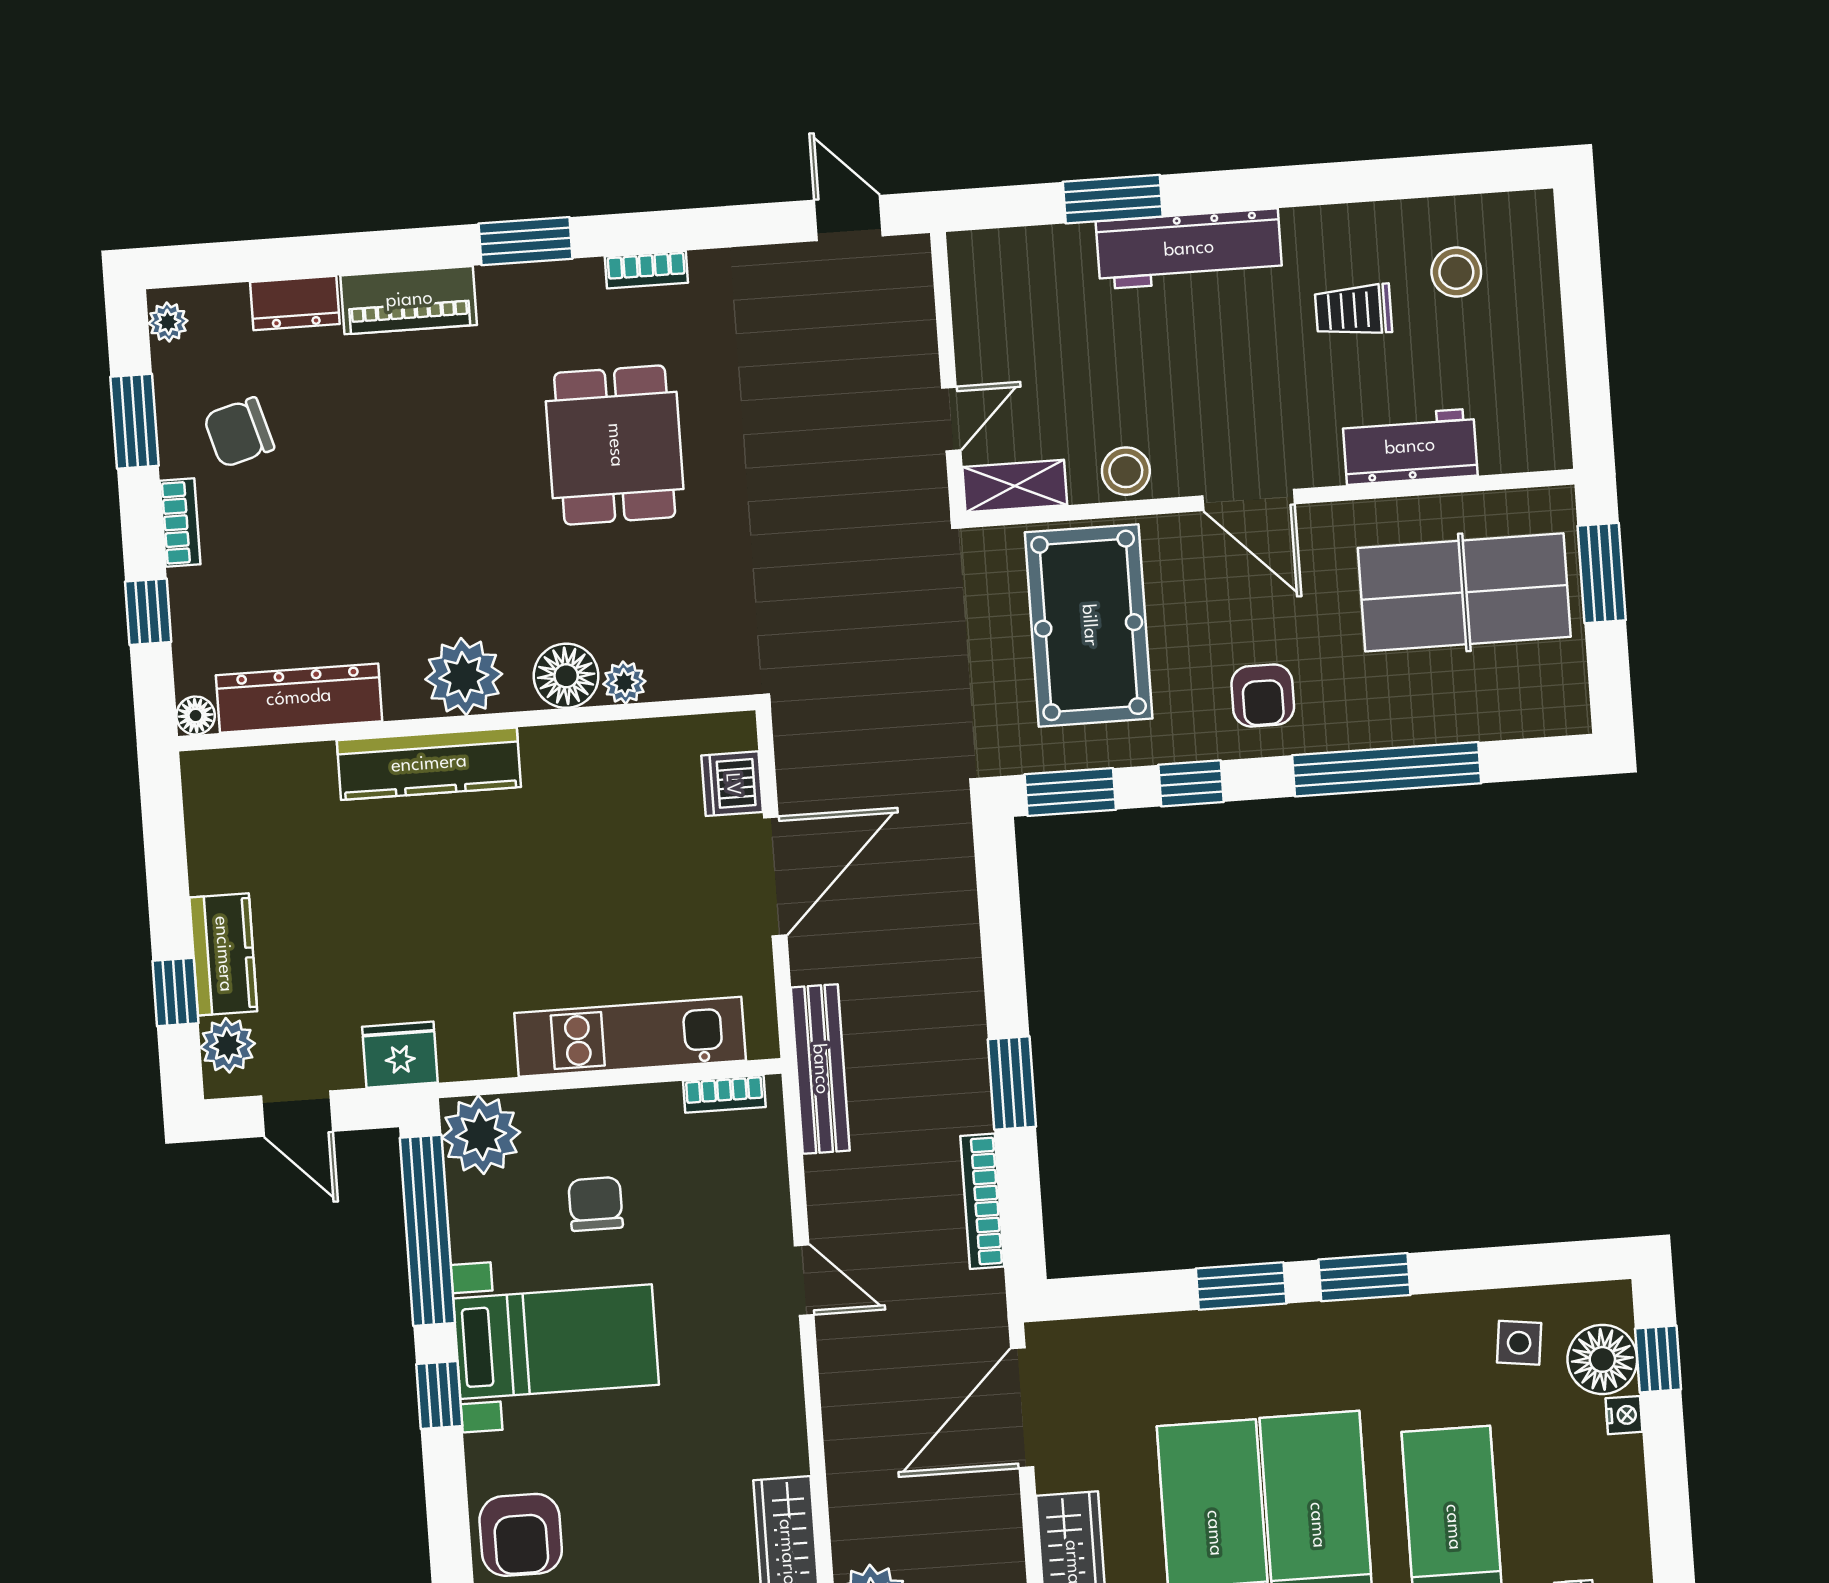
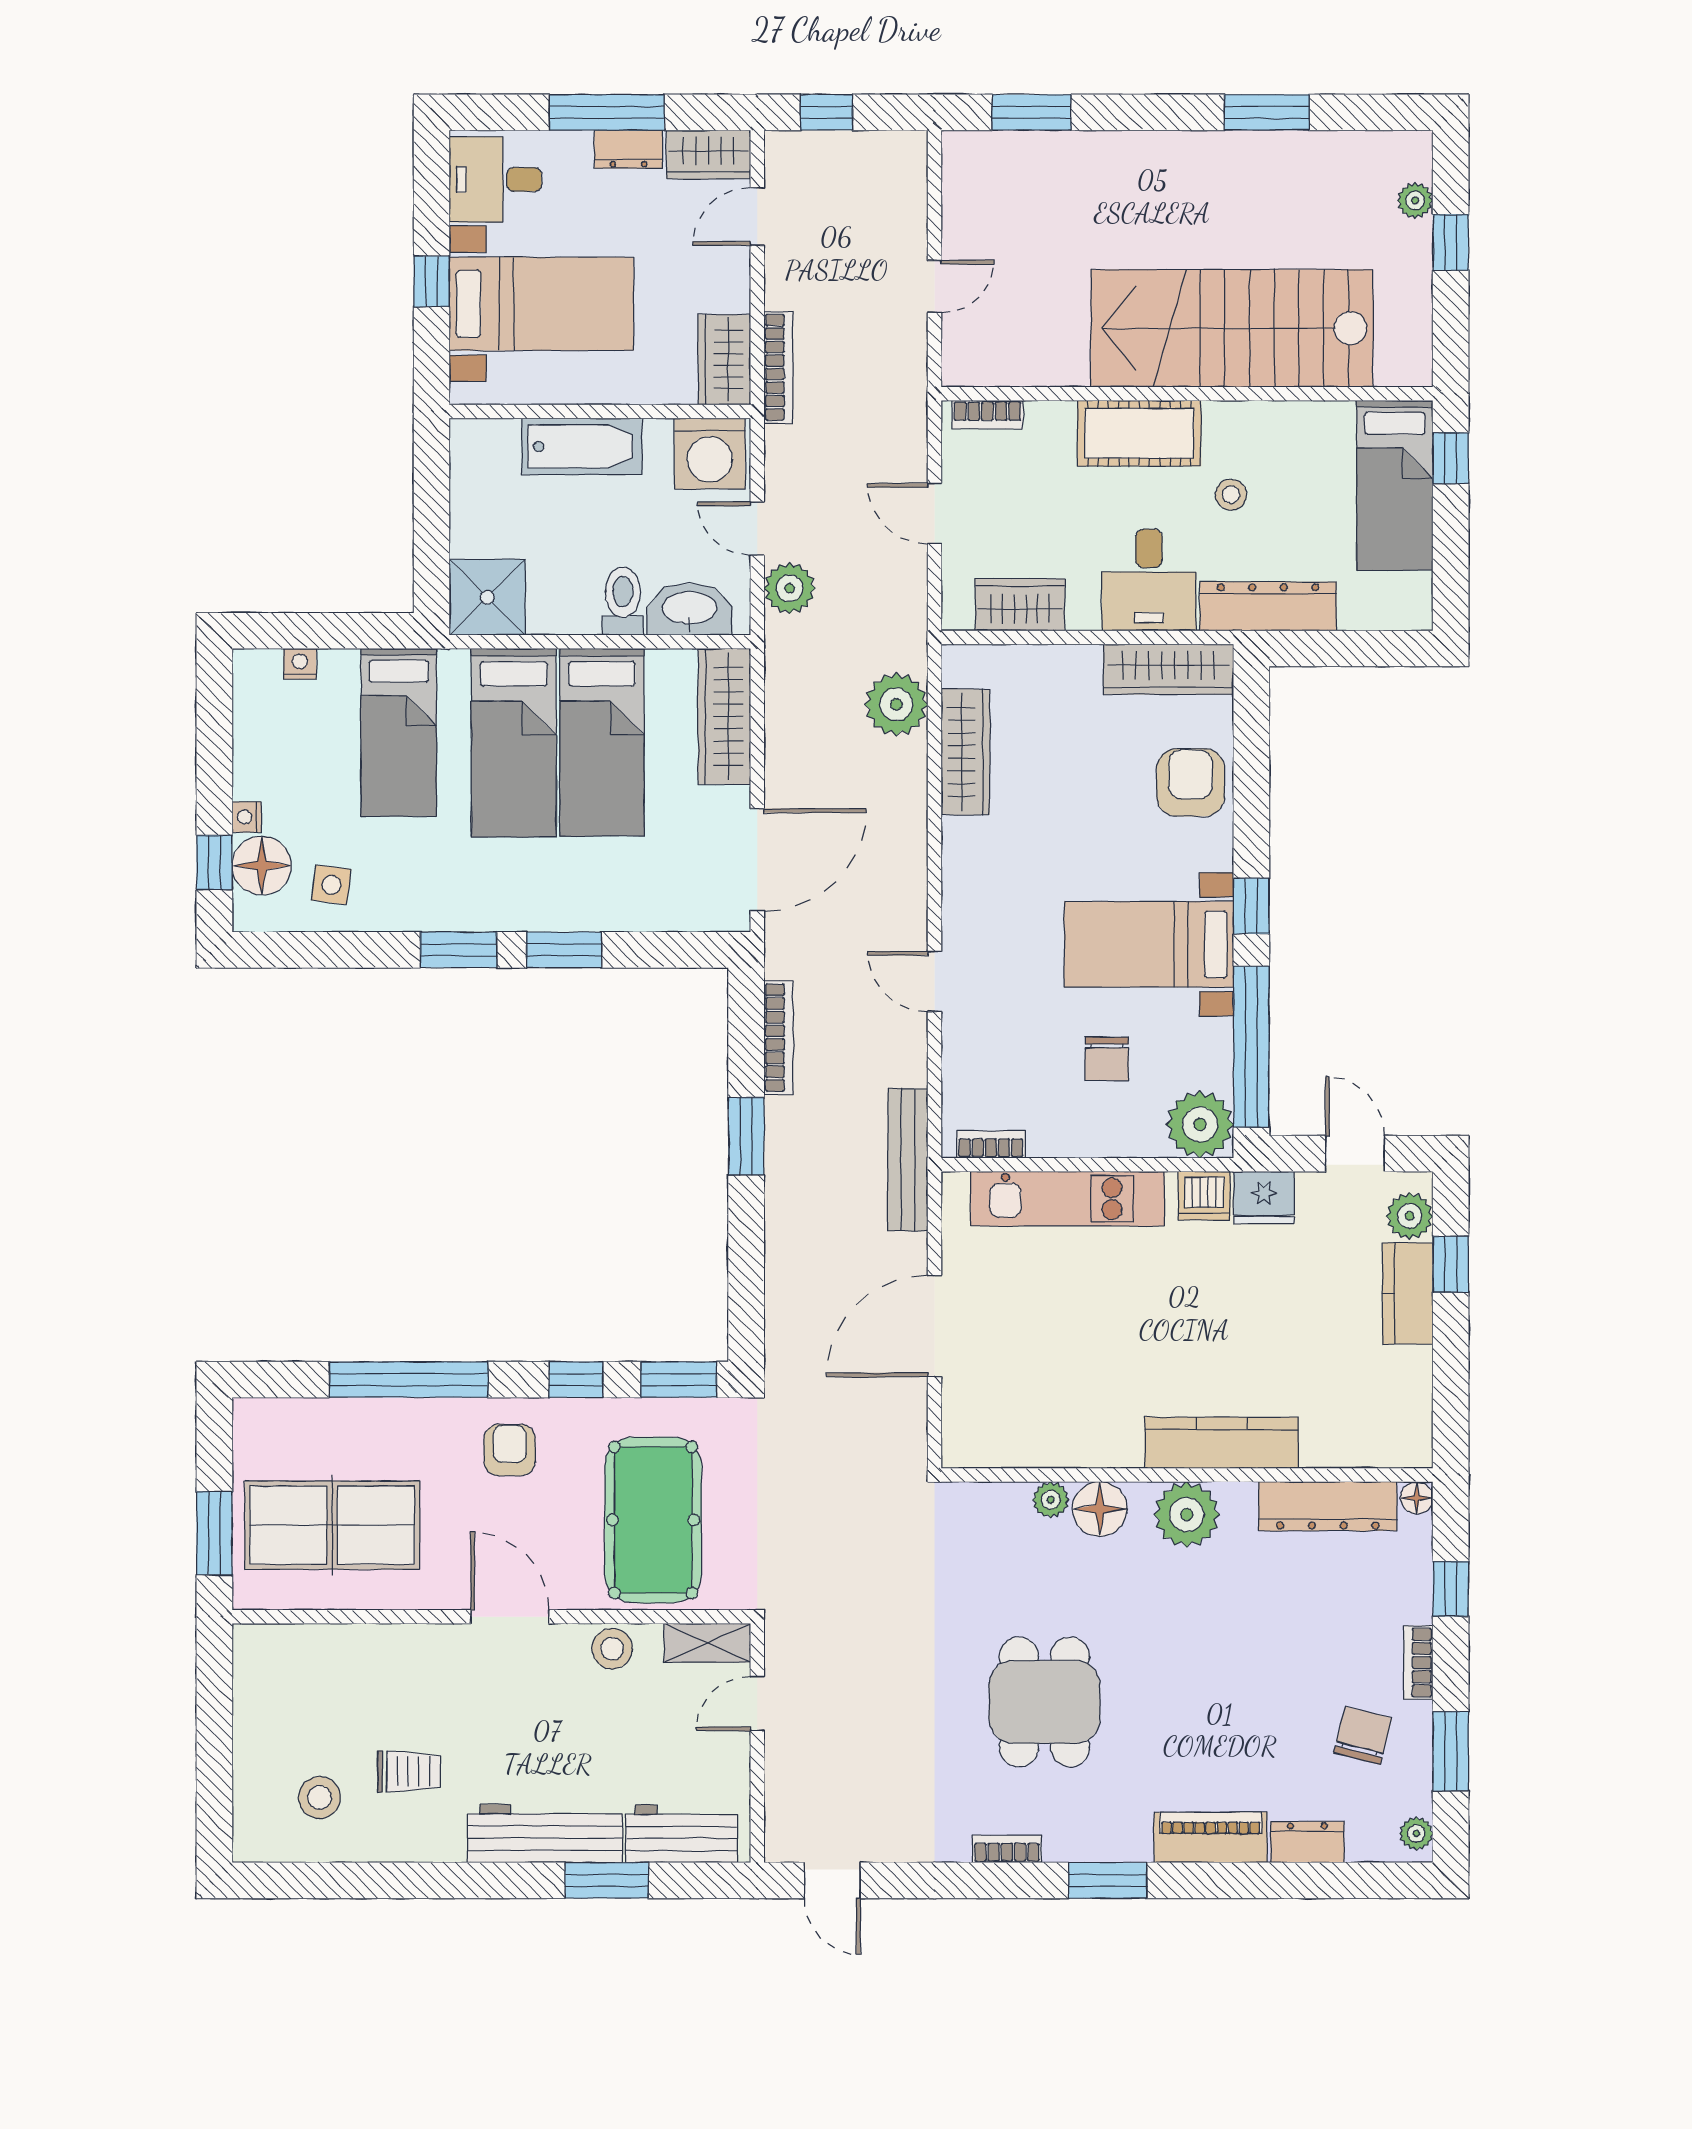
chair: (239, 432) -> (1363, 1736), turned -60
workbench: (1410, 447) -> (682, 1834), moved, turned 180
dishwasher: (732, 784) -> (1204, 1196), moved, turned 90

